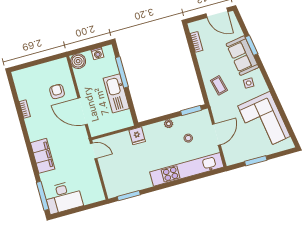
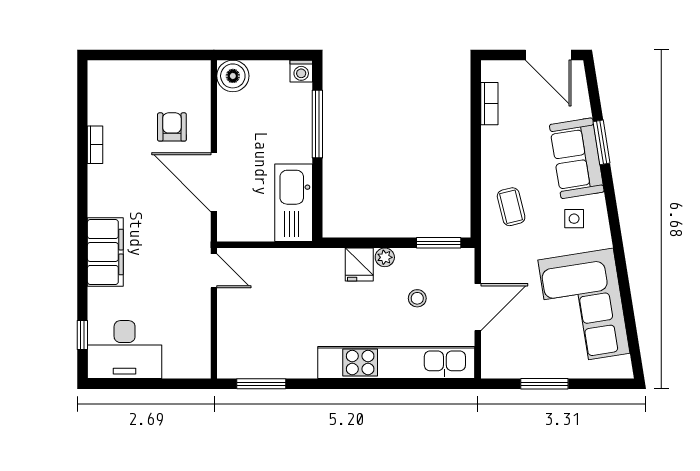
washing machine: (98, 53) -> (301, 71), moved
kitchen sink: (116, 93) -> (294, 203), moved
fridge: (137, 136) -> (359, 264), moved
window: (43, 196) -> (82, 335), width x0.46

